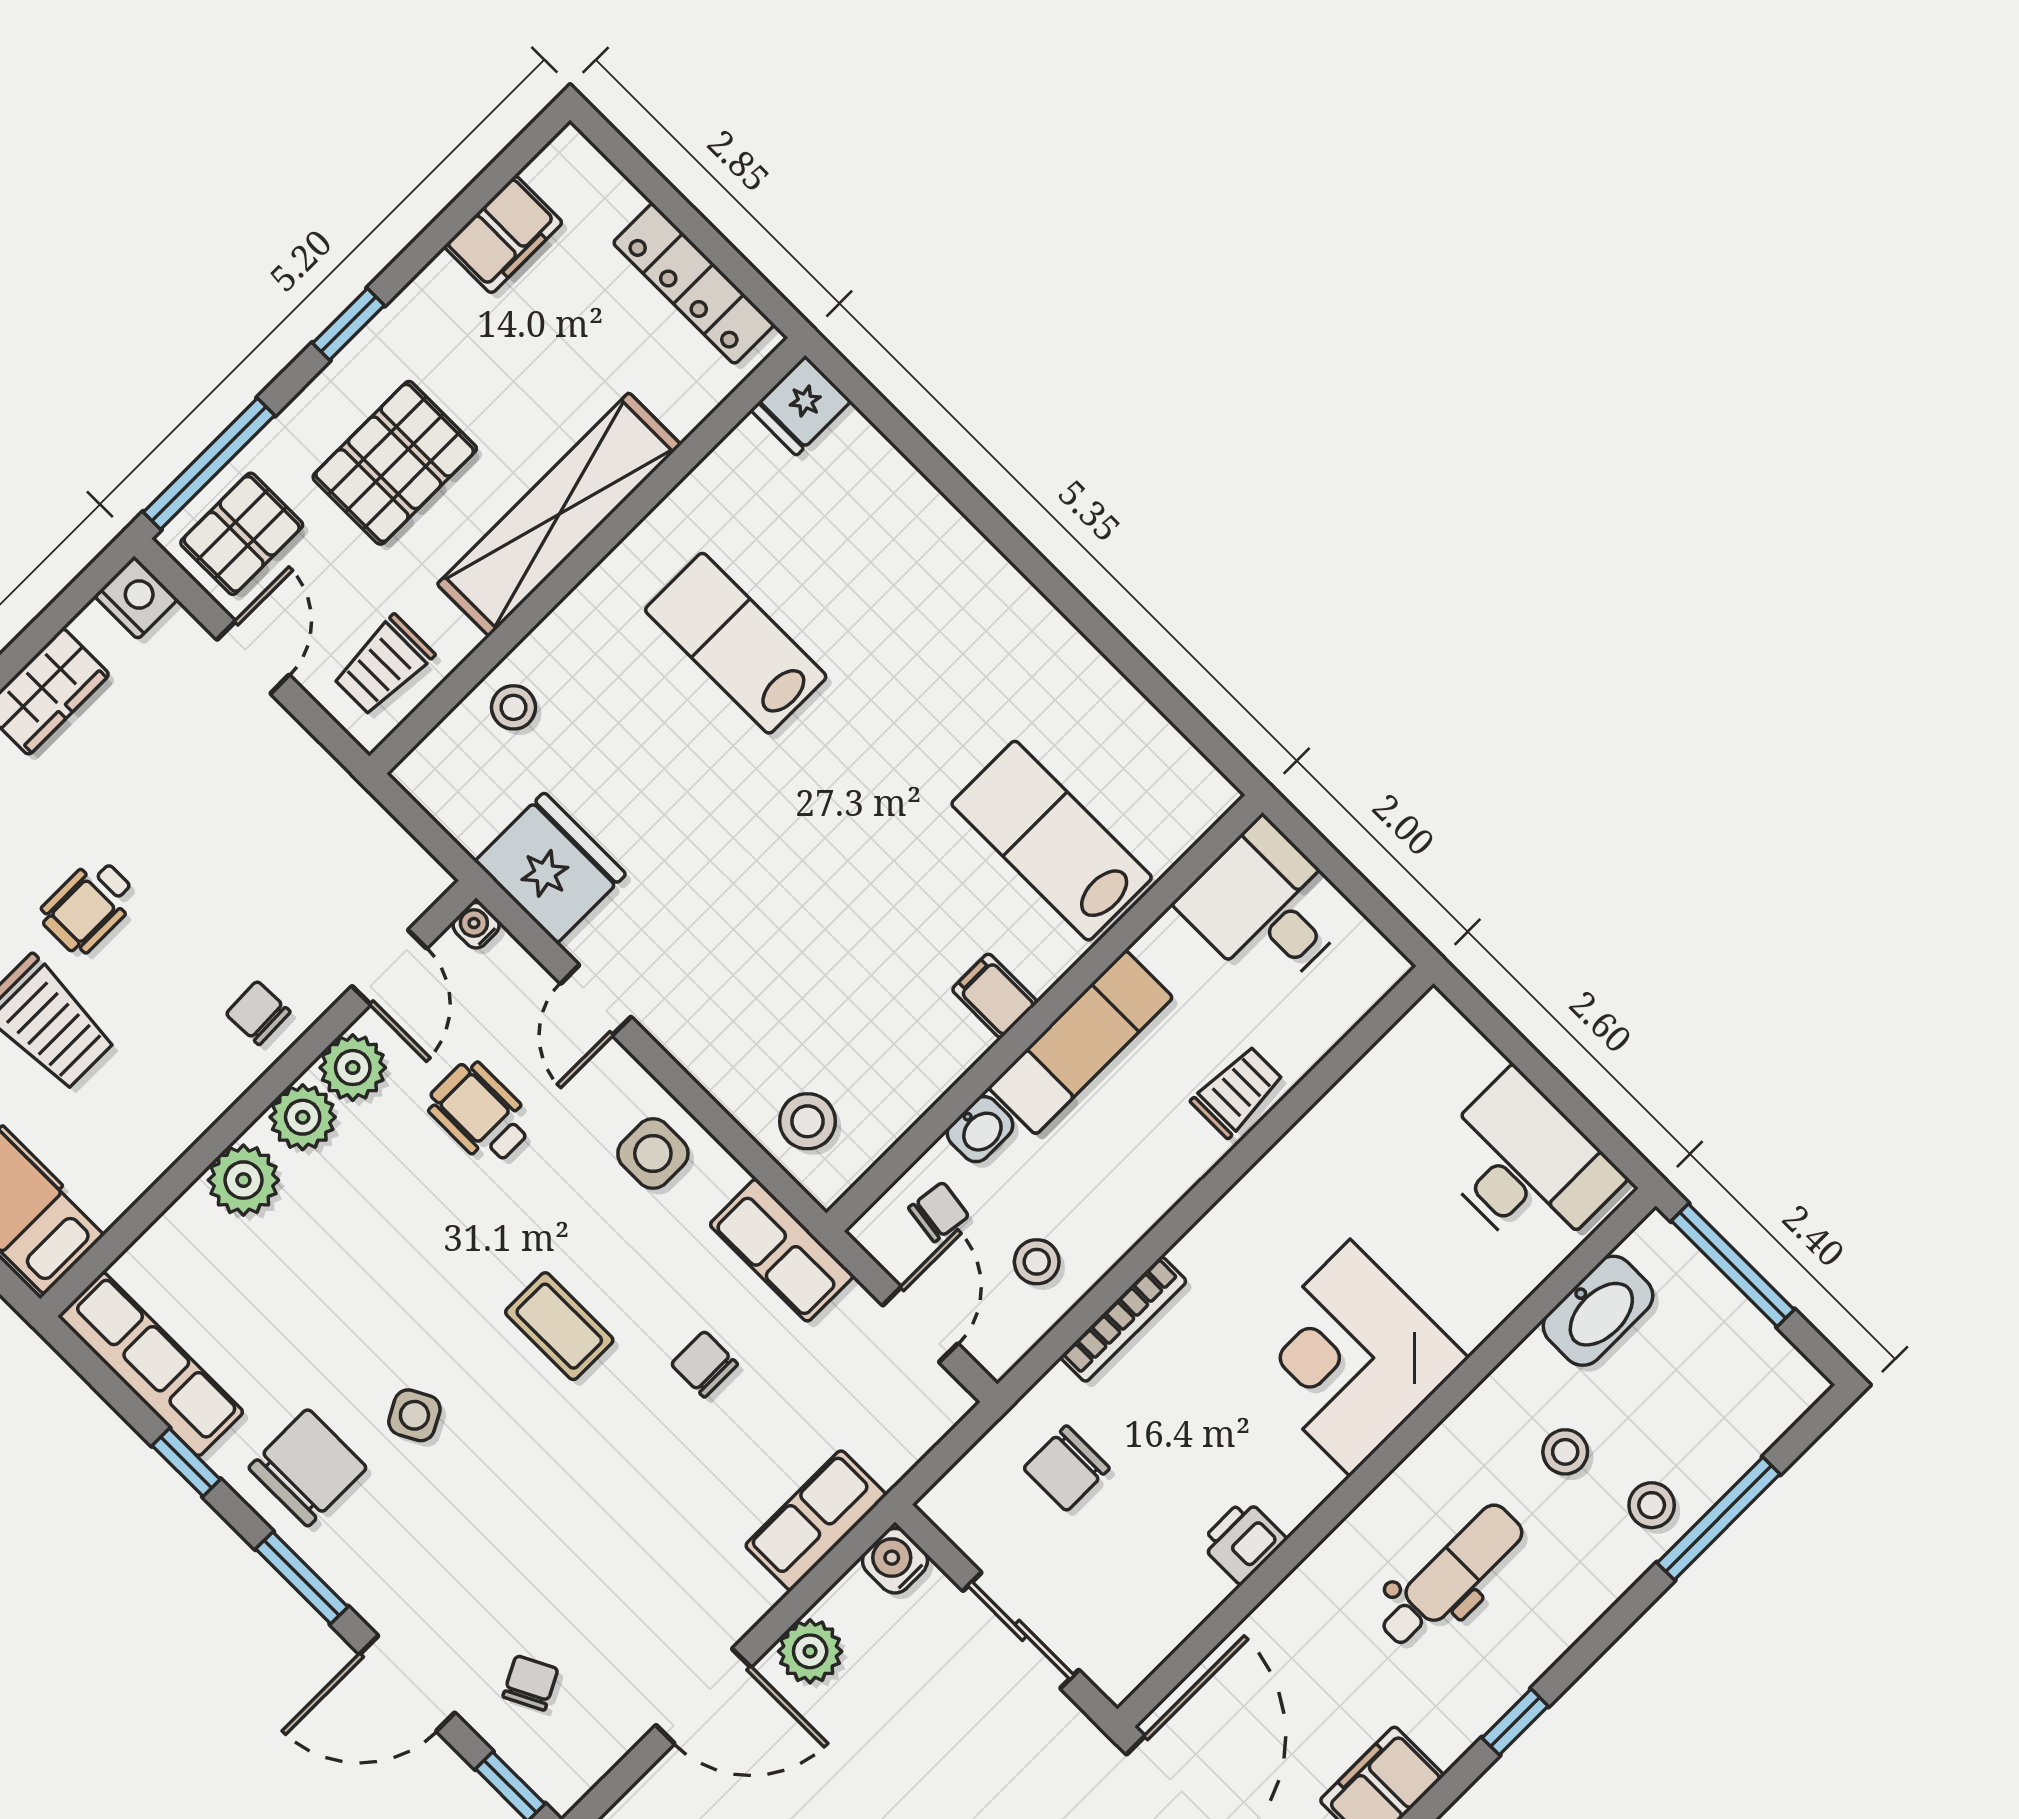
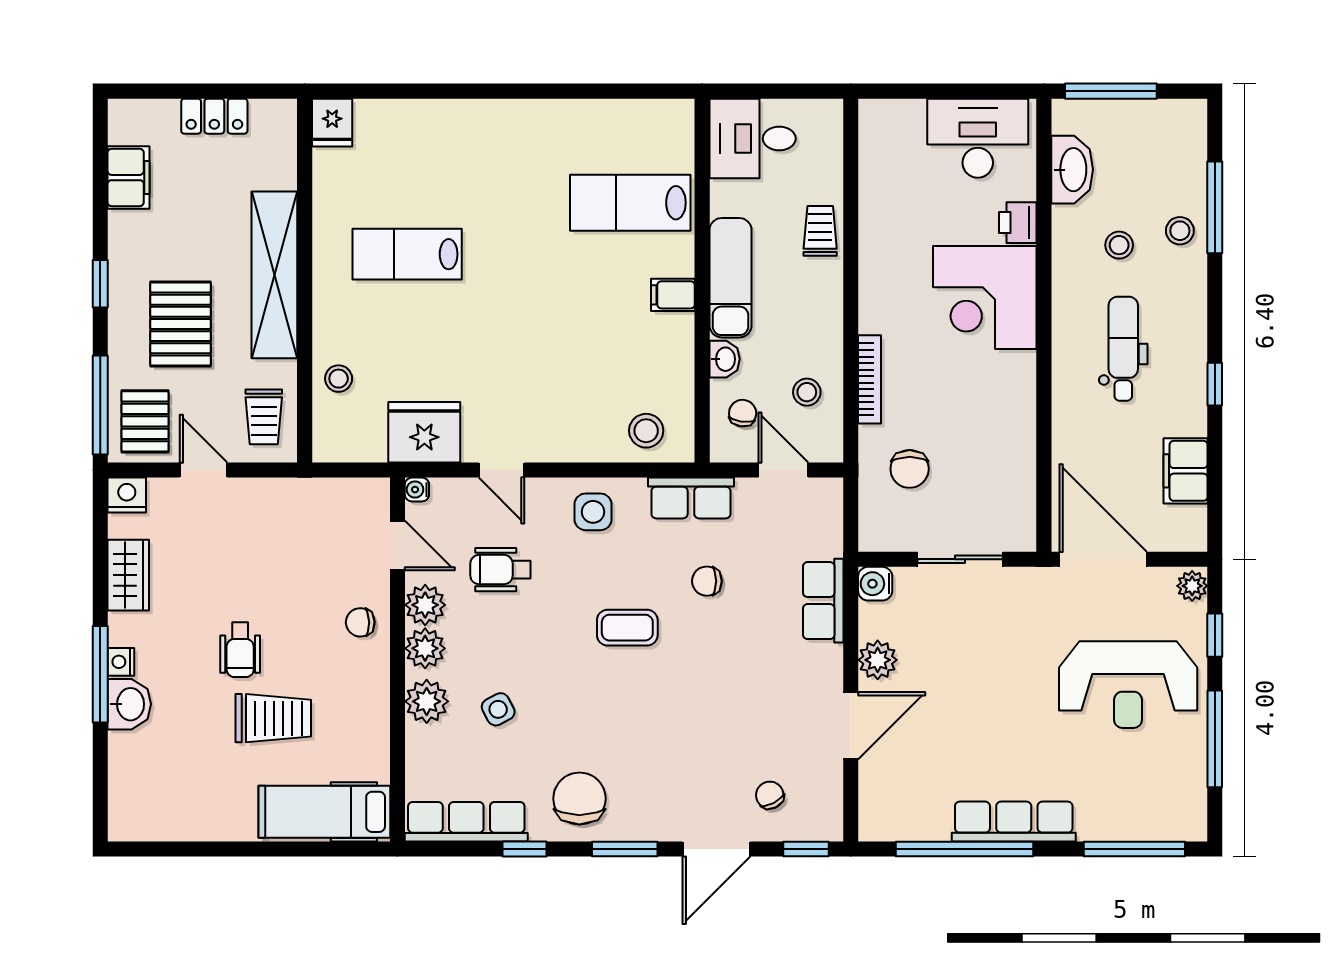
locker: (694, 284) -> (214, 116), width x0.66
side table: (414, 1415) -> (498, 709), moved
printer: (1243, 1541) -> (1018, 223), moved

